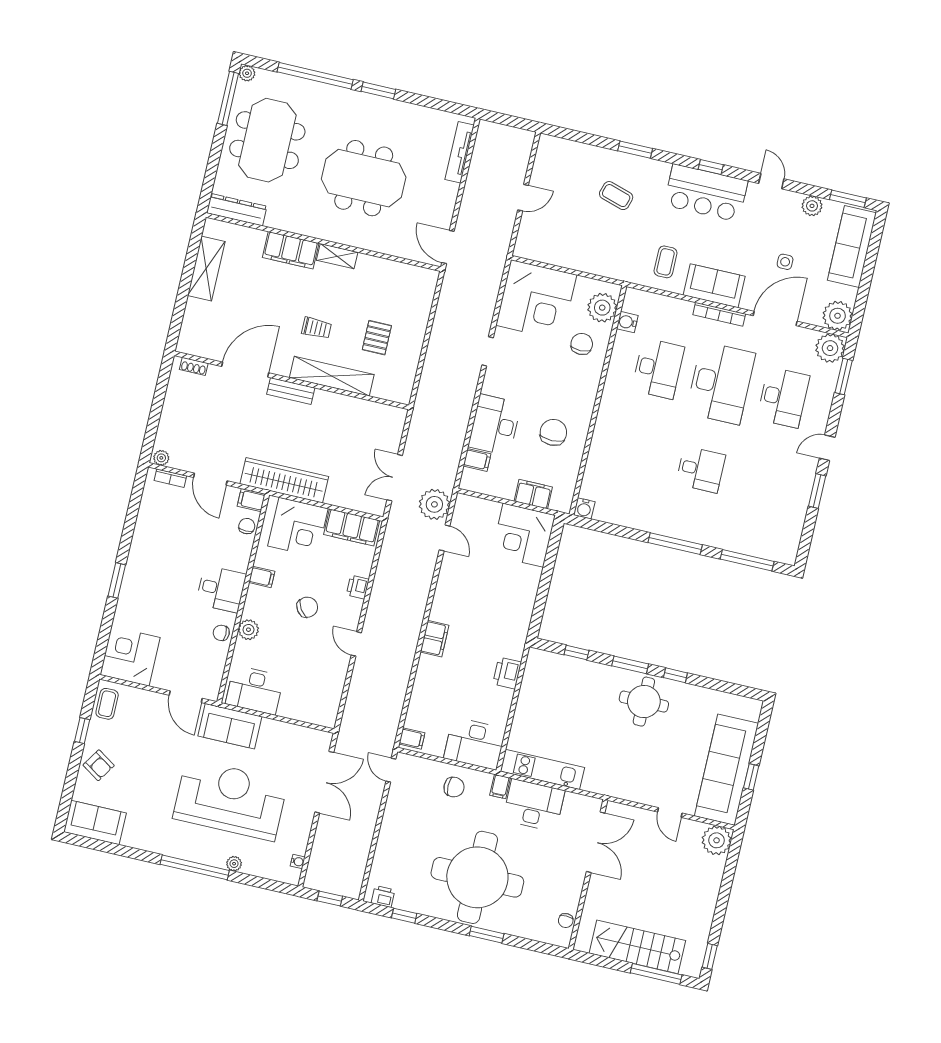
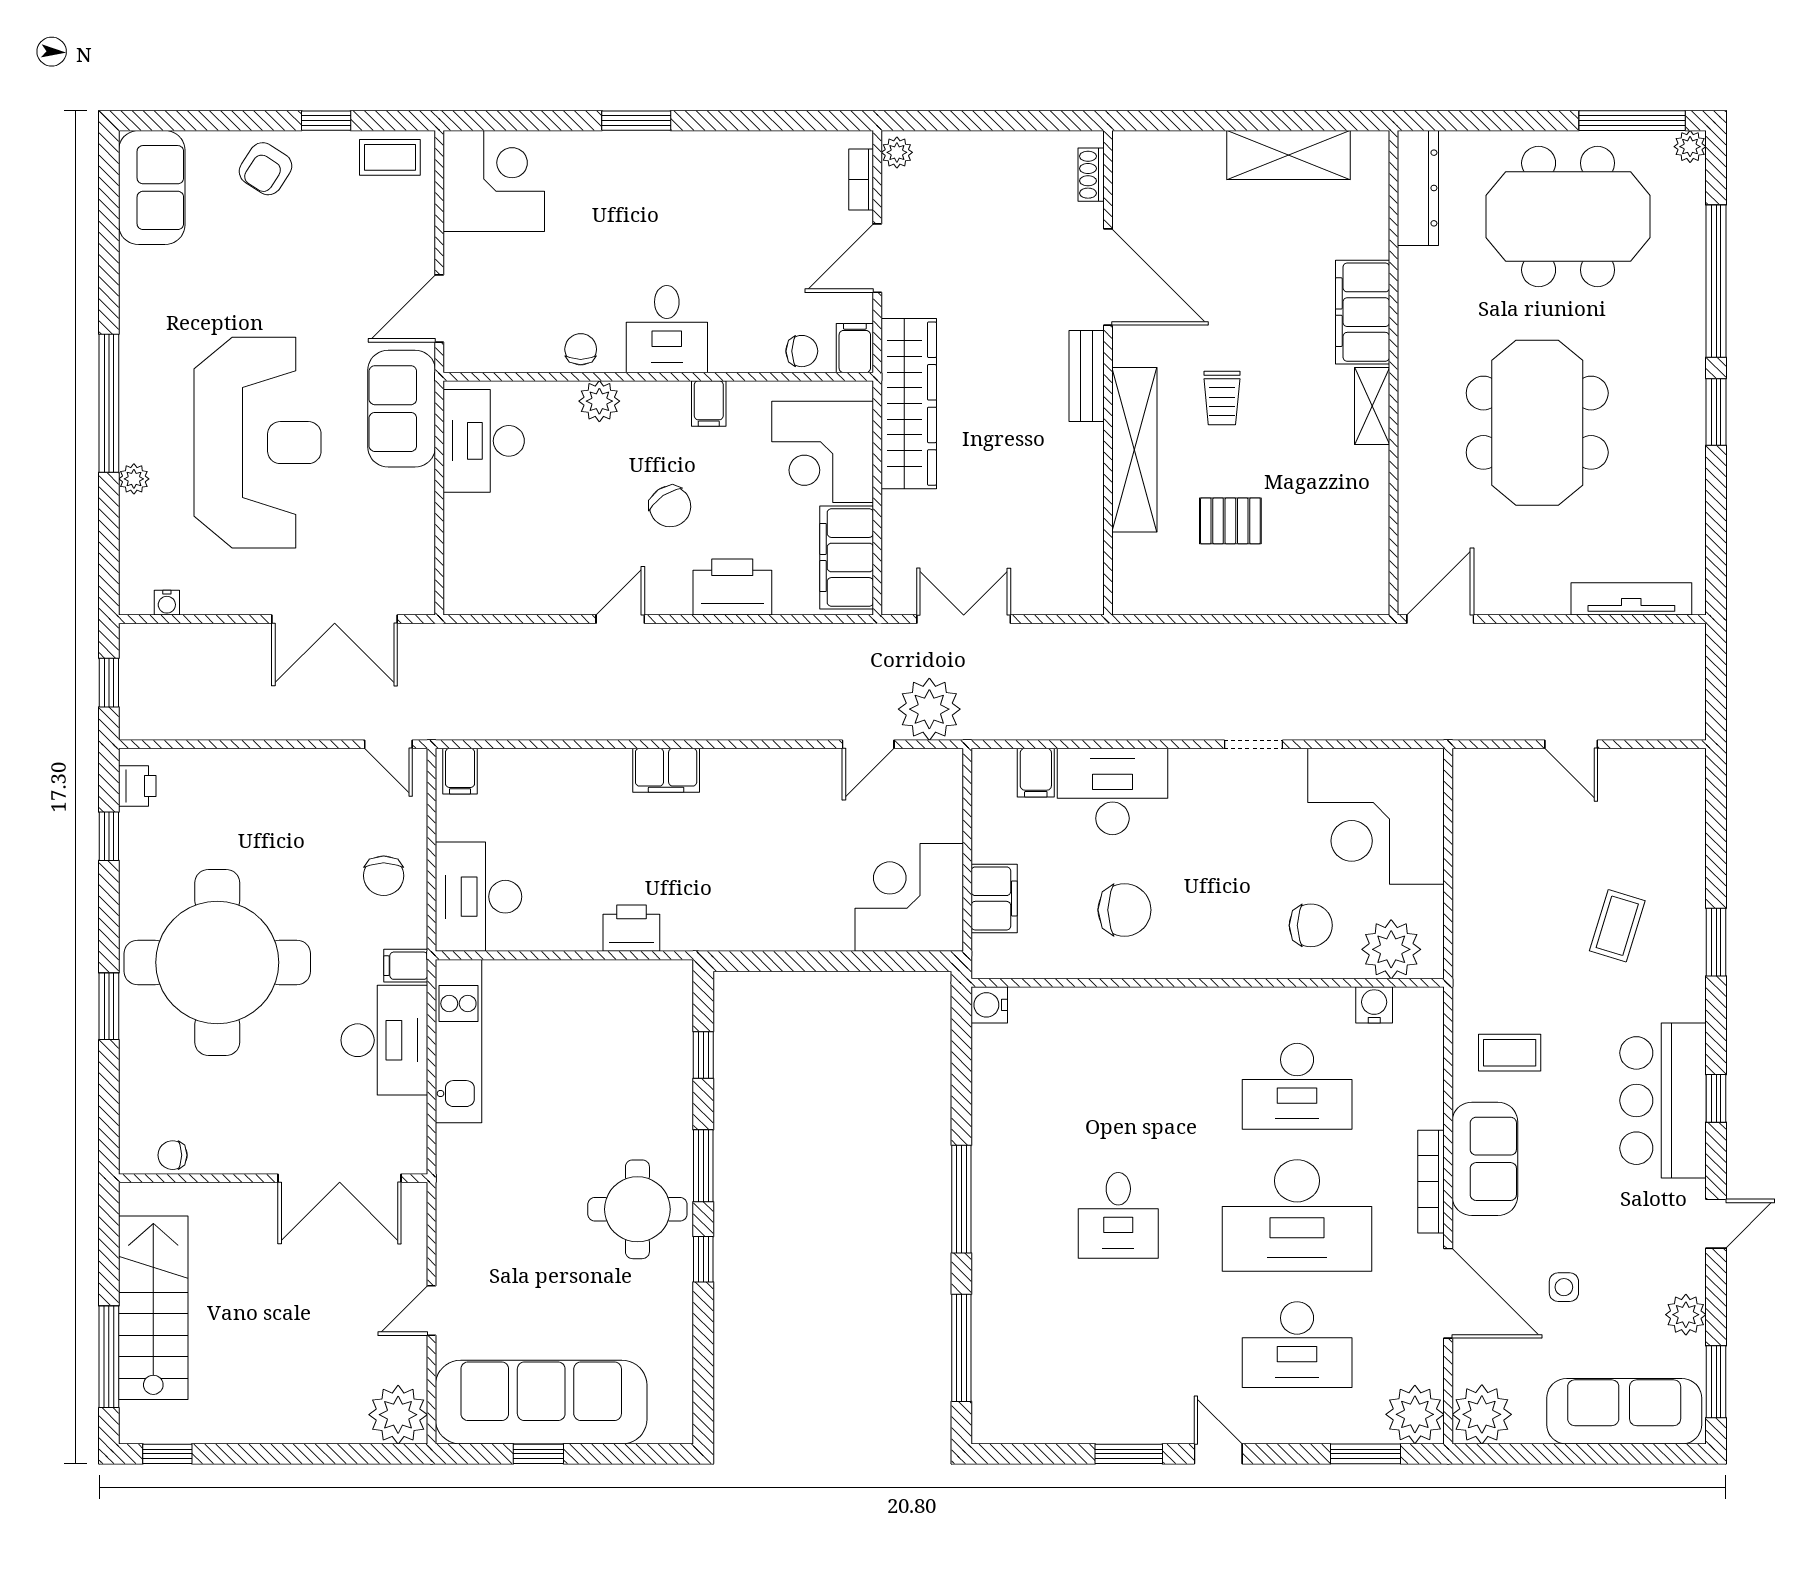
printer: (358, 587) -> (732, 587), width x1.87, depth x1.48
door: (391, 770) -> (388, 744), swing flipped

